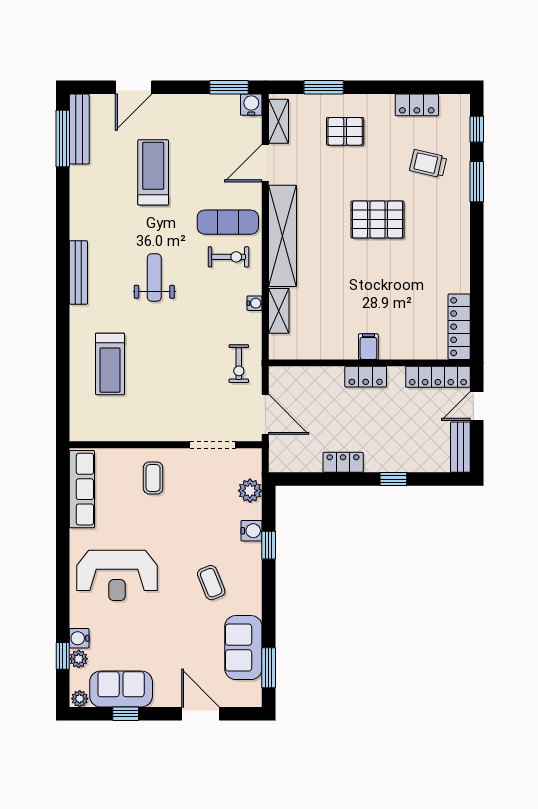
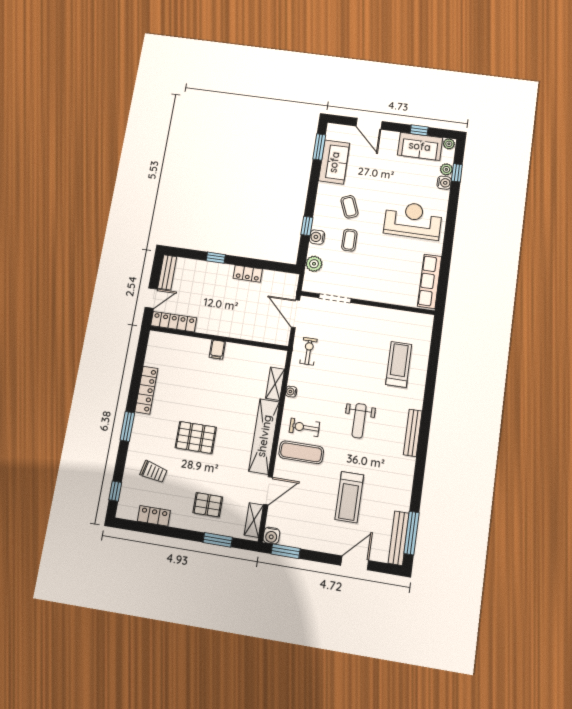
window: (477, 182) -> (127, 426), moved
locker: (459, 327) -> (146, 390), moved
locker: (366, 377) -> (223, 329), removed
coffee table: (153, 478) -> (349, 240), moved

